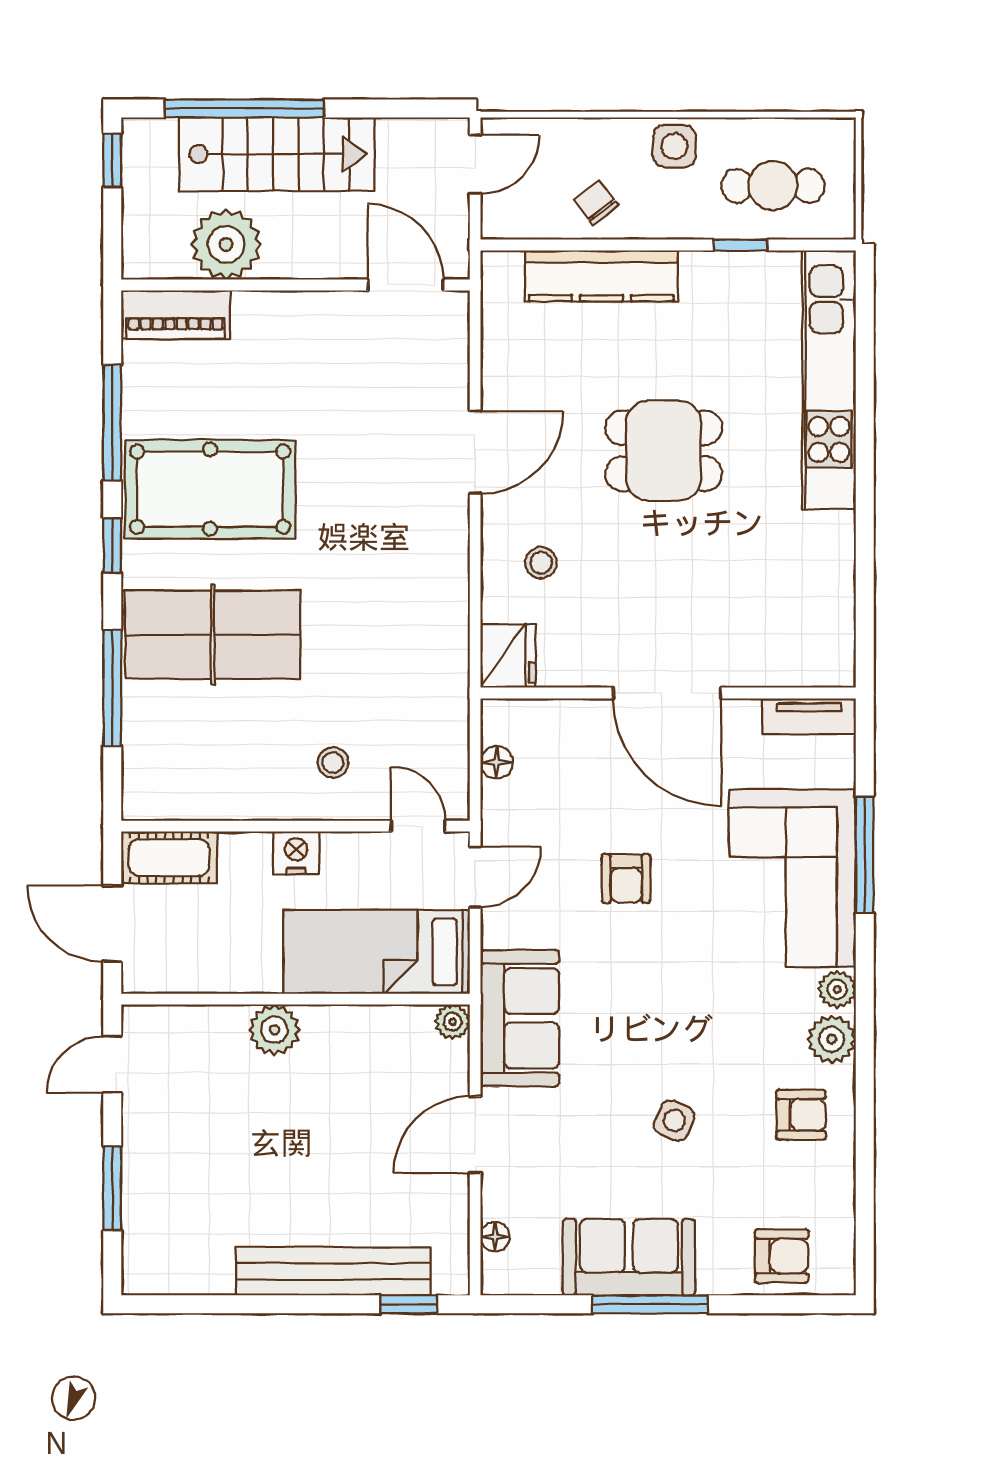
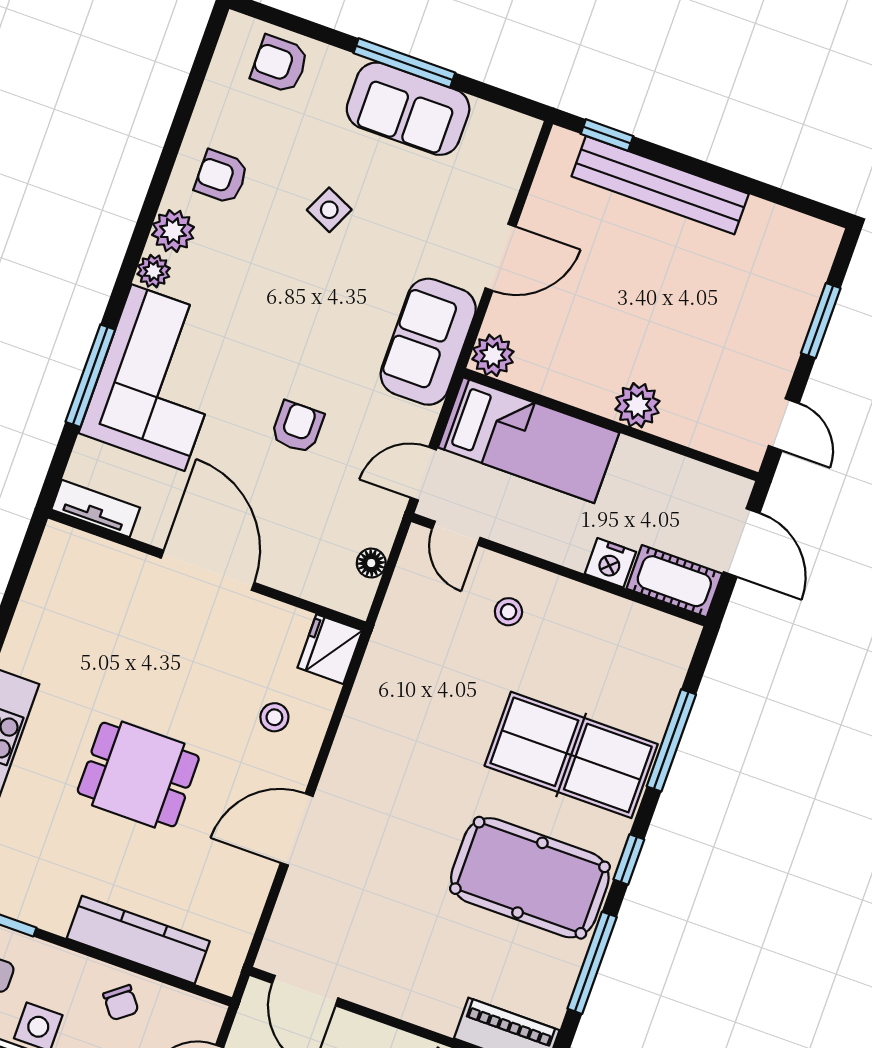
nightstand: (296, 853) -> (610, 563), moved
plant: (453, 1022) -> (493, 355), width x1.38, depth x1.38
door: (112, 1064) -> (784, 425), hinge flipped
floor lamp: (495, 1237) -> (514, 166), removed

